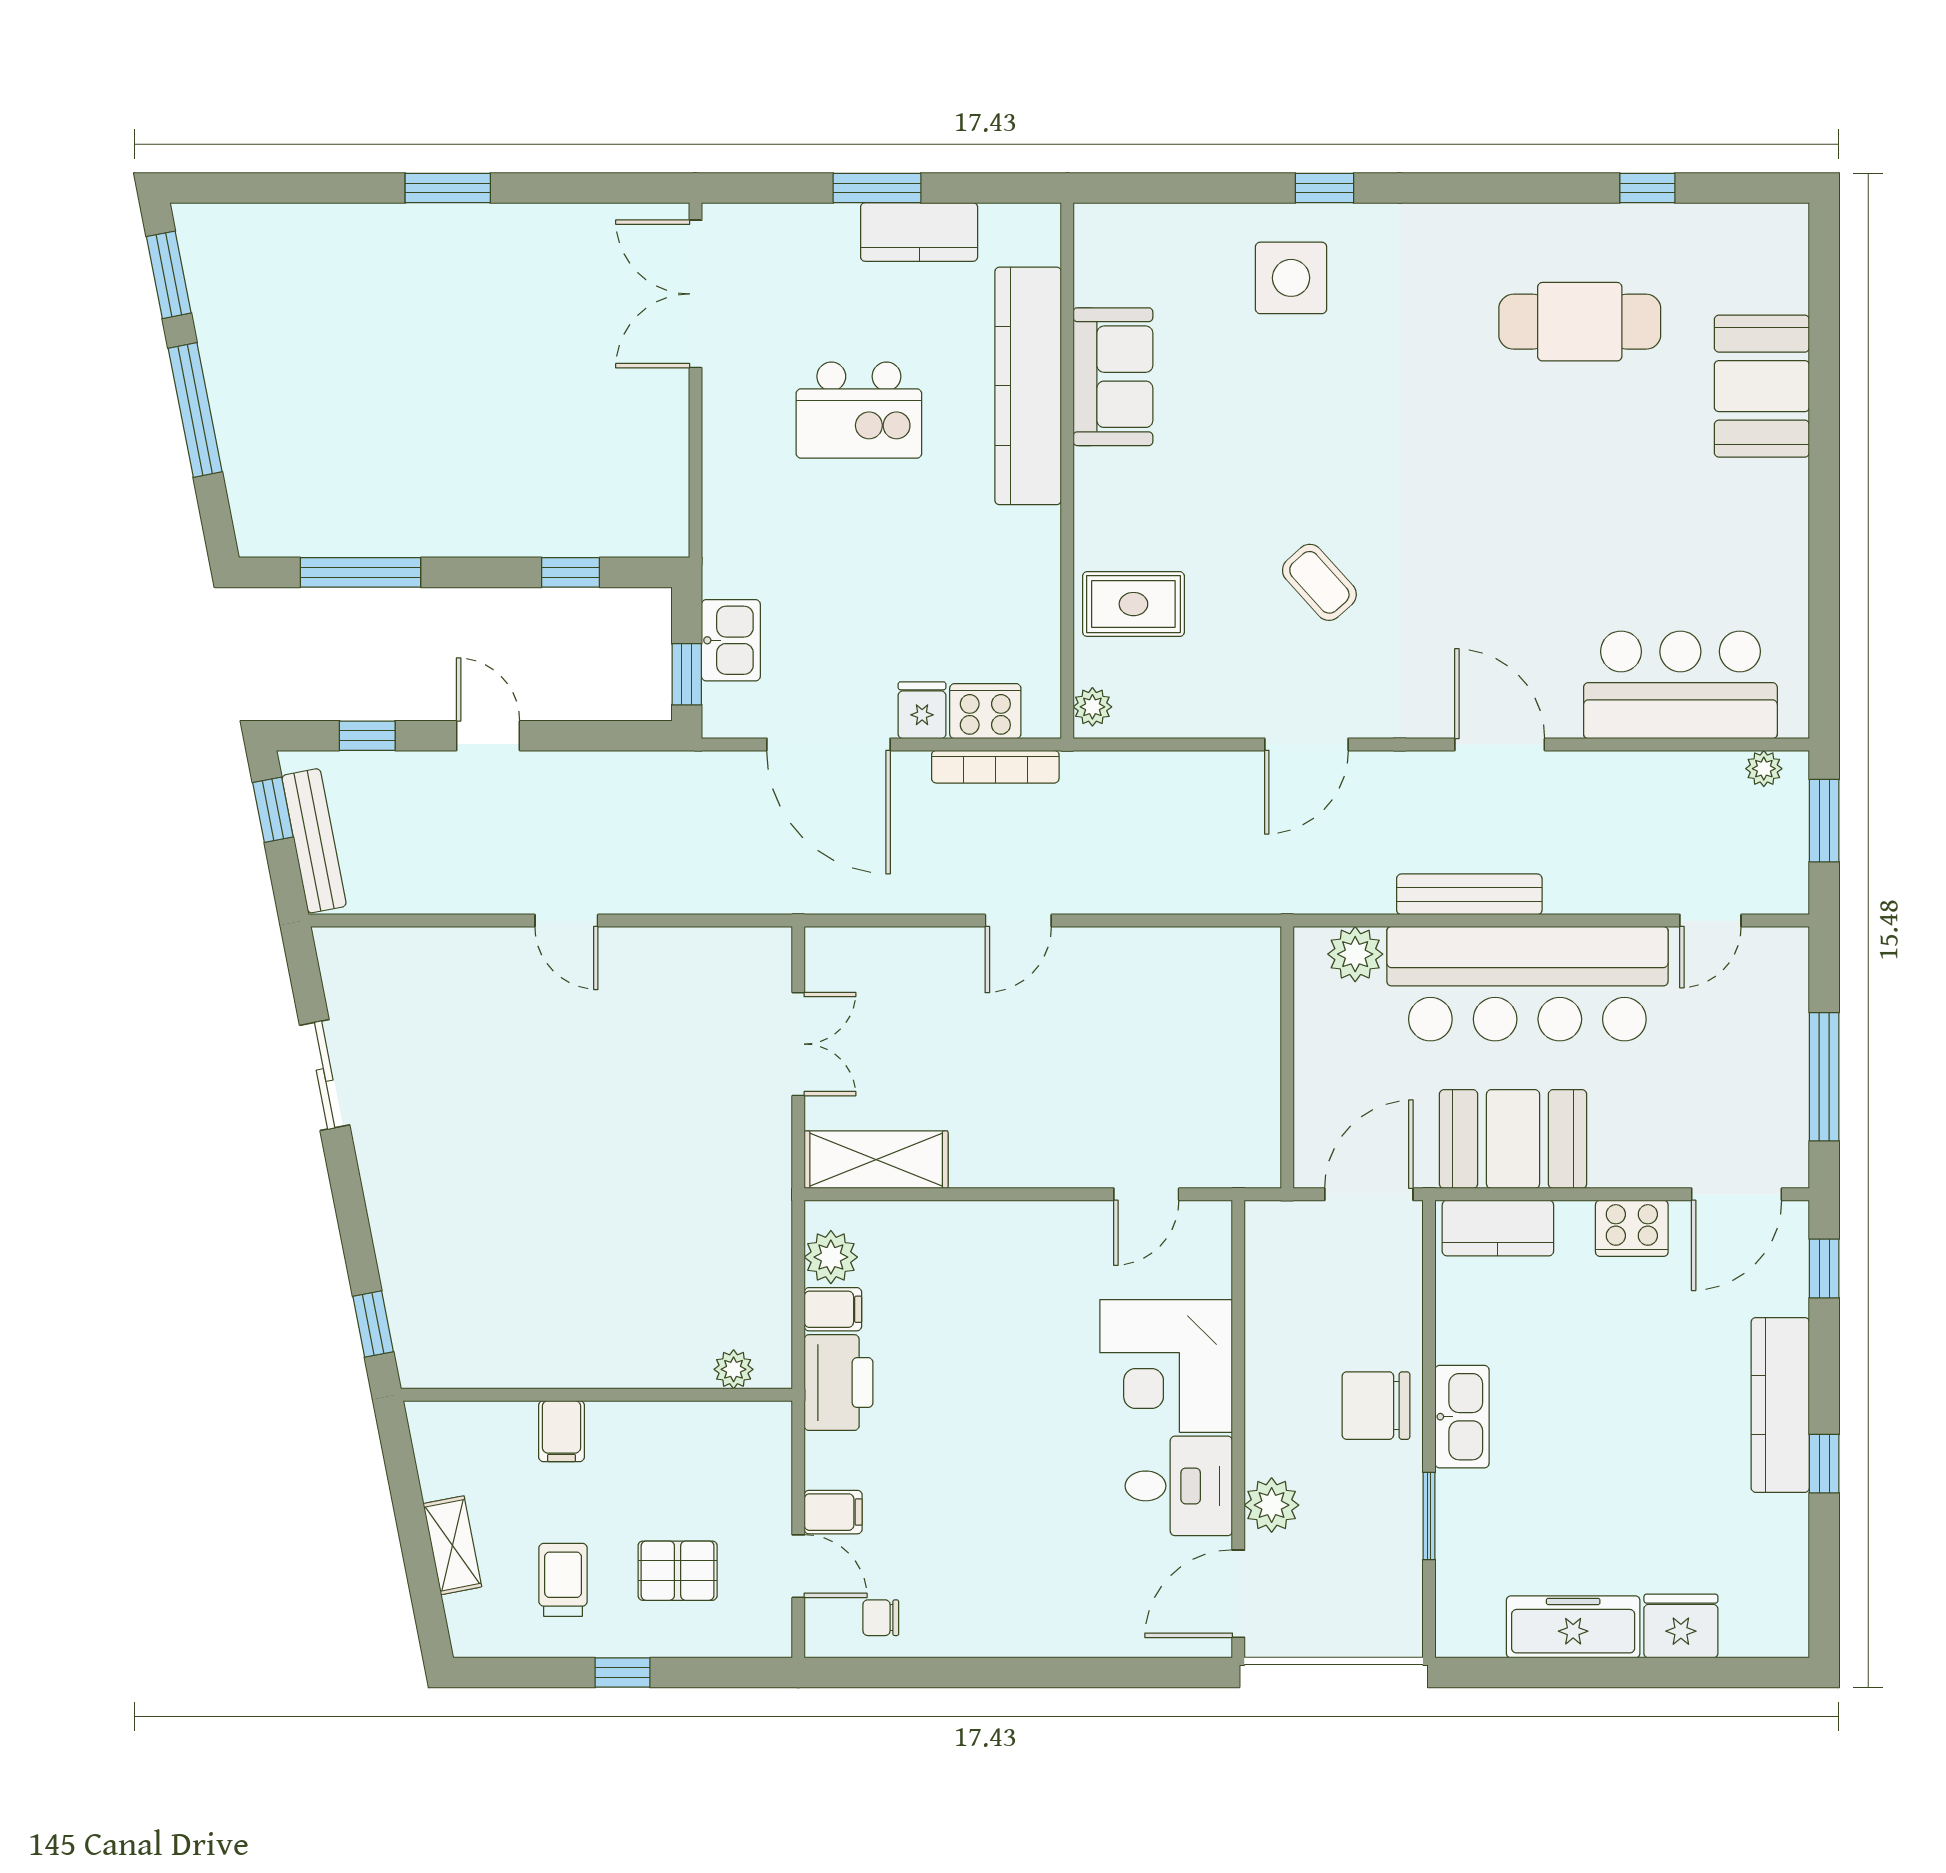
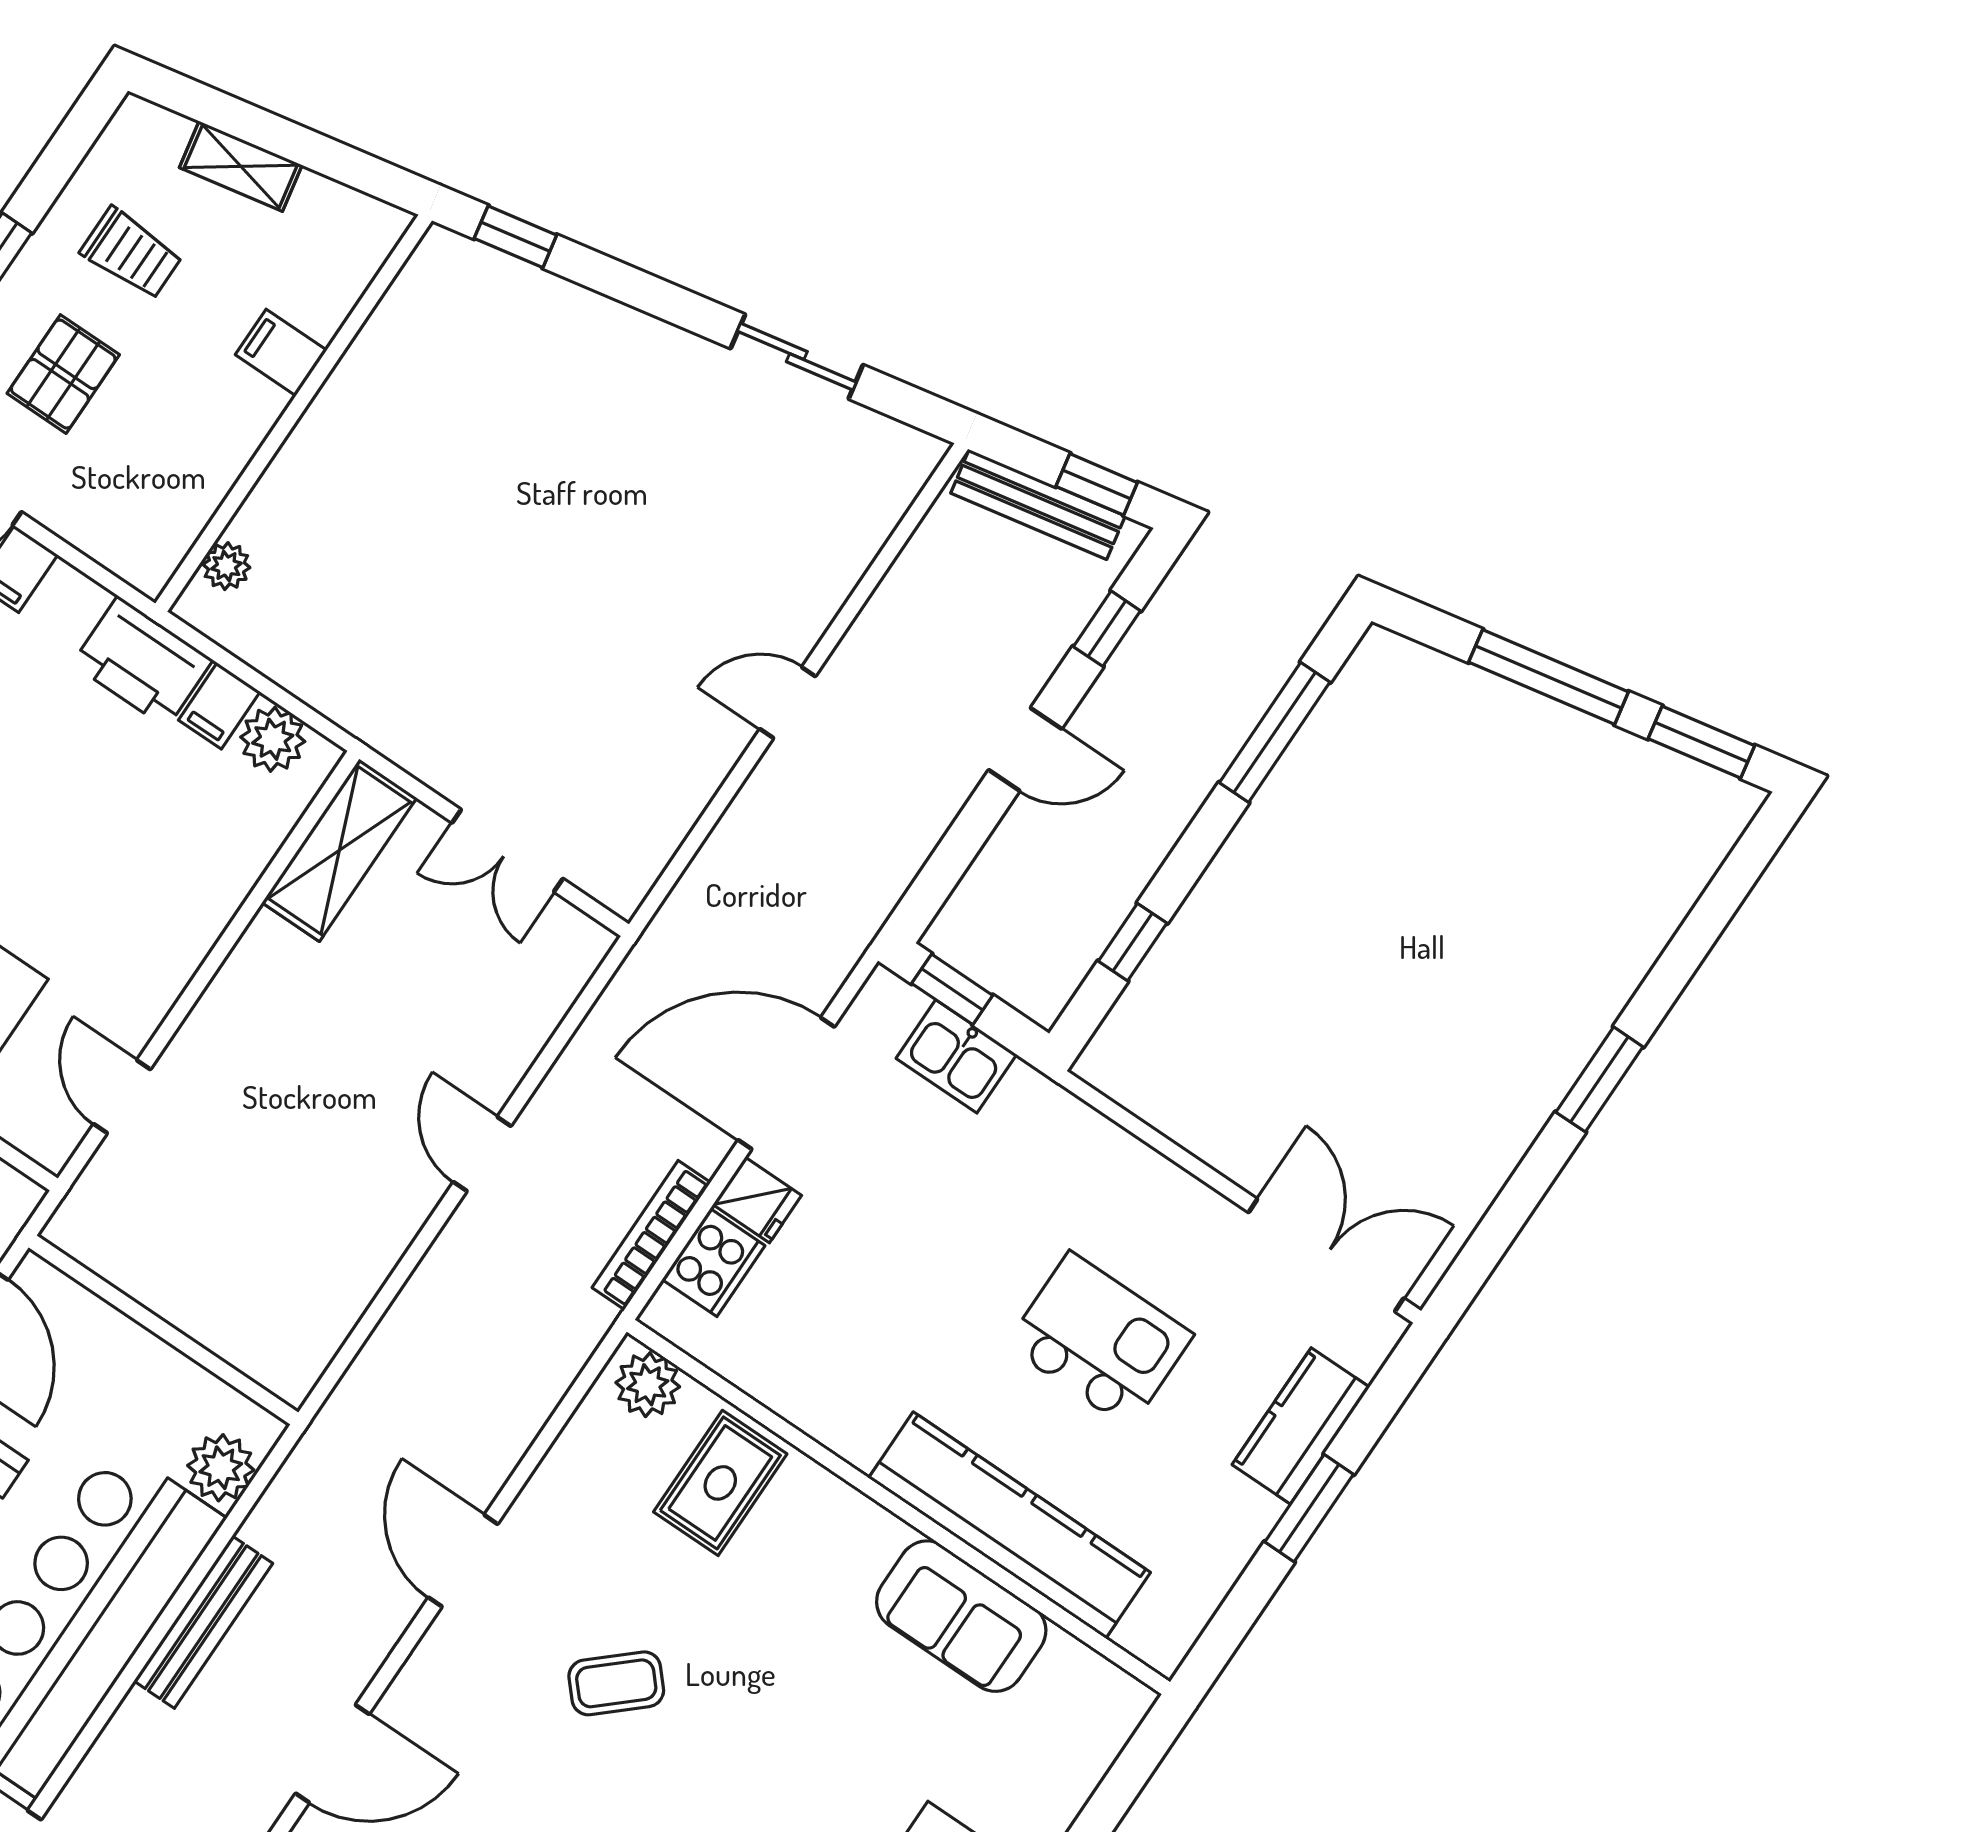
kitchen counter: (919, 232) -> (1301, 1426), moved
kitchen island: (859, 410) -> (1100, 1340), turned 90
plant: (1092, 707) -> (648, 1385), width x1.38, depth x1.38

